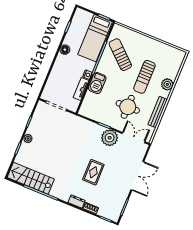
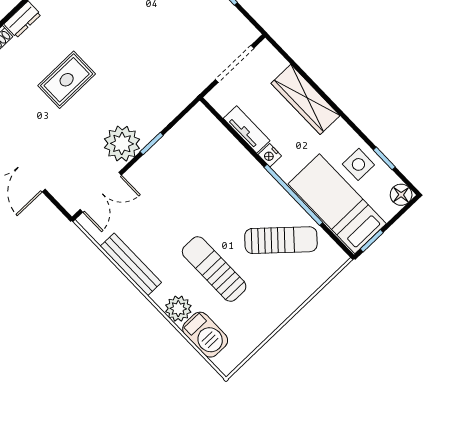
side table: (75, 37) -> (358, 164), added
floor lamp: (65, 50) -> (401, 195), moved
wardrobe: (58, 70) -> (305, 99), added
barbecue: (97, 83) -> (205, 335), moved, turned 180
round table: (128, 107) -> (168, 208), removed
rug: (93, 172) -> (67, 80), turned 90

